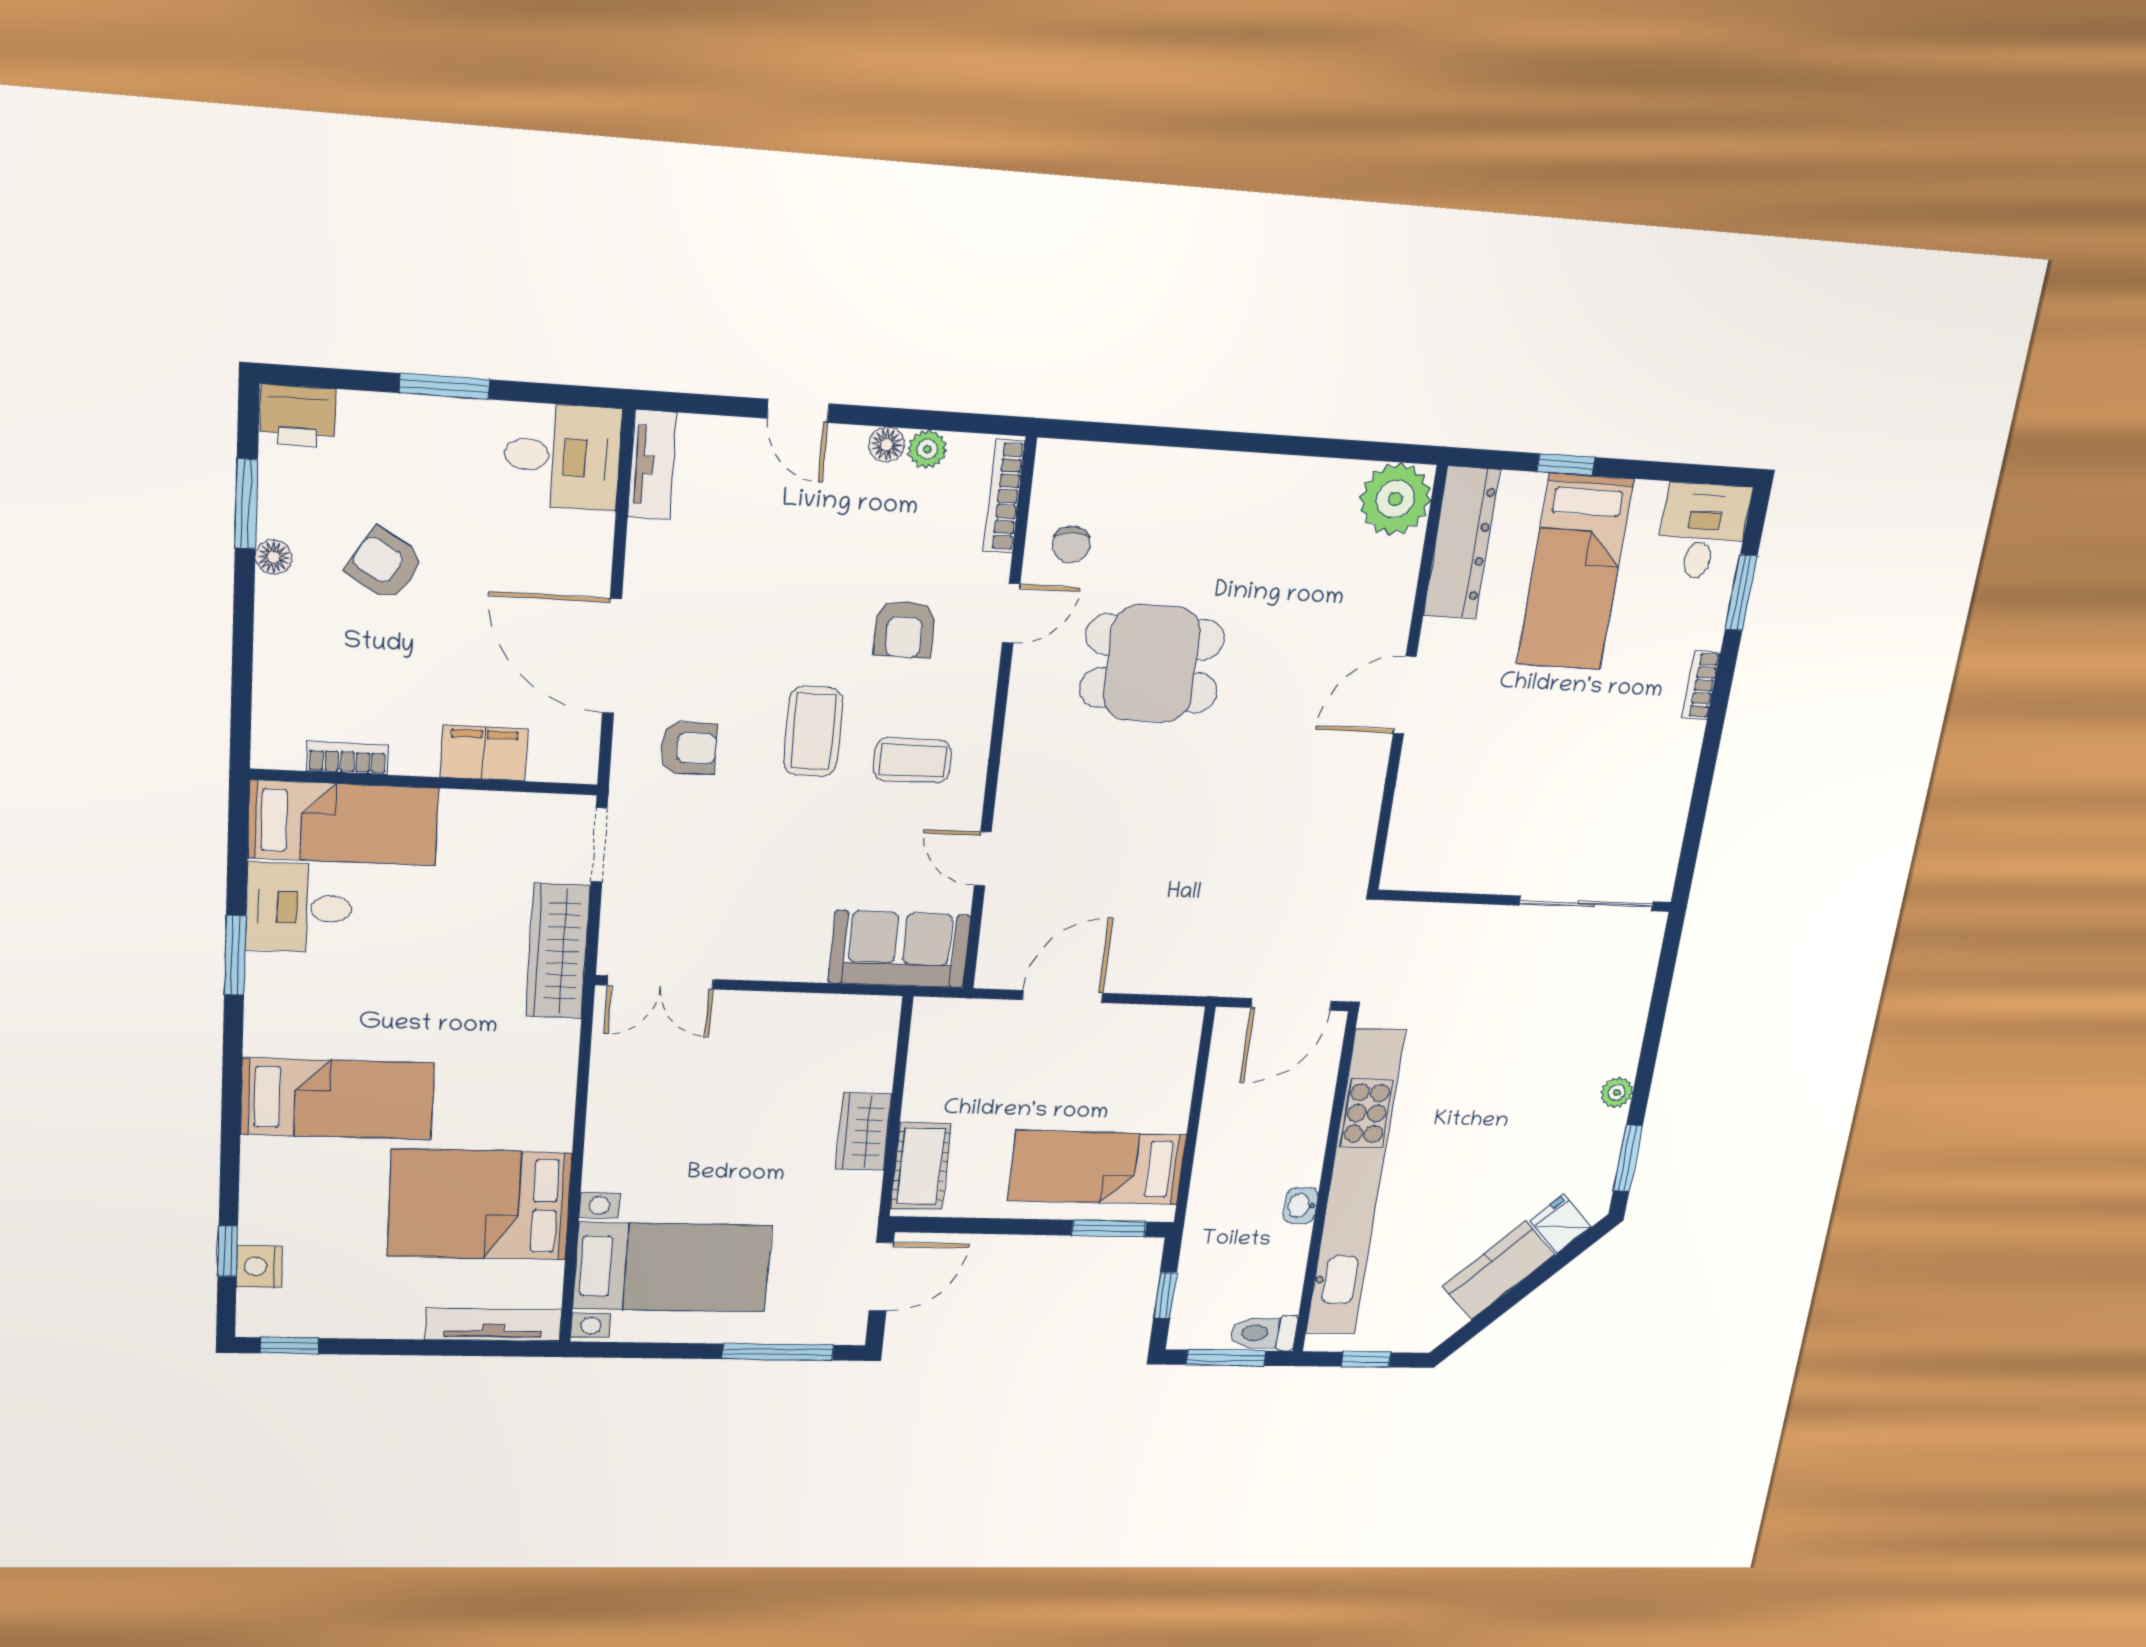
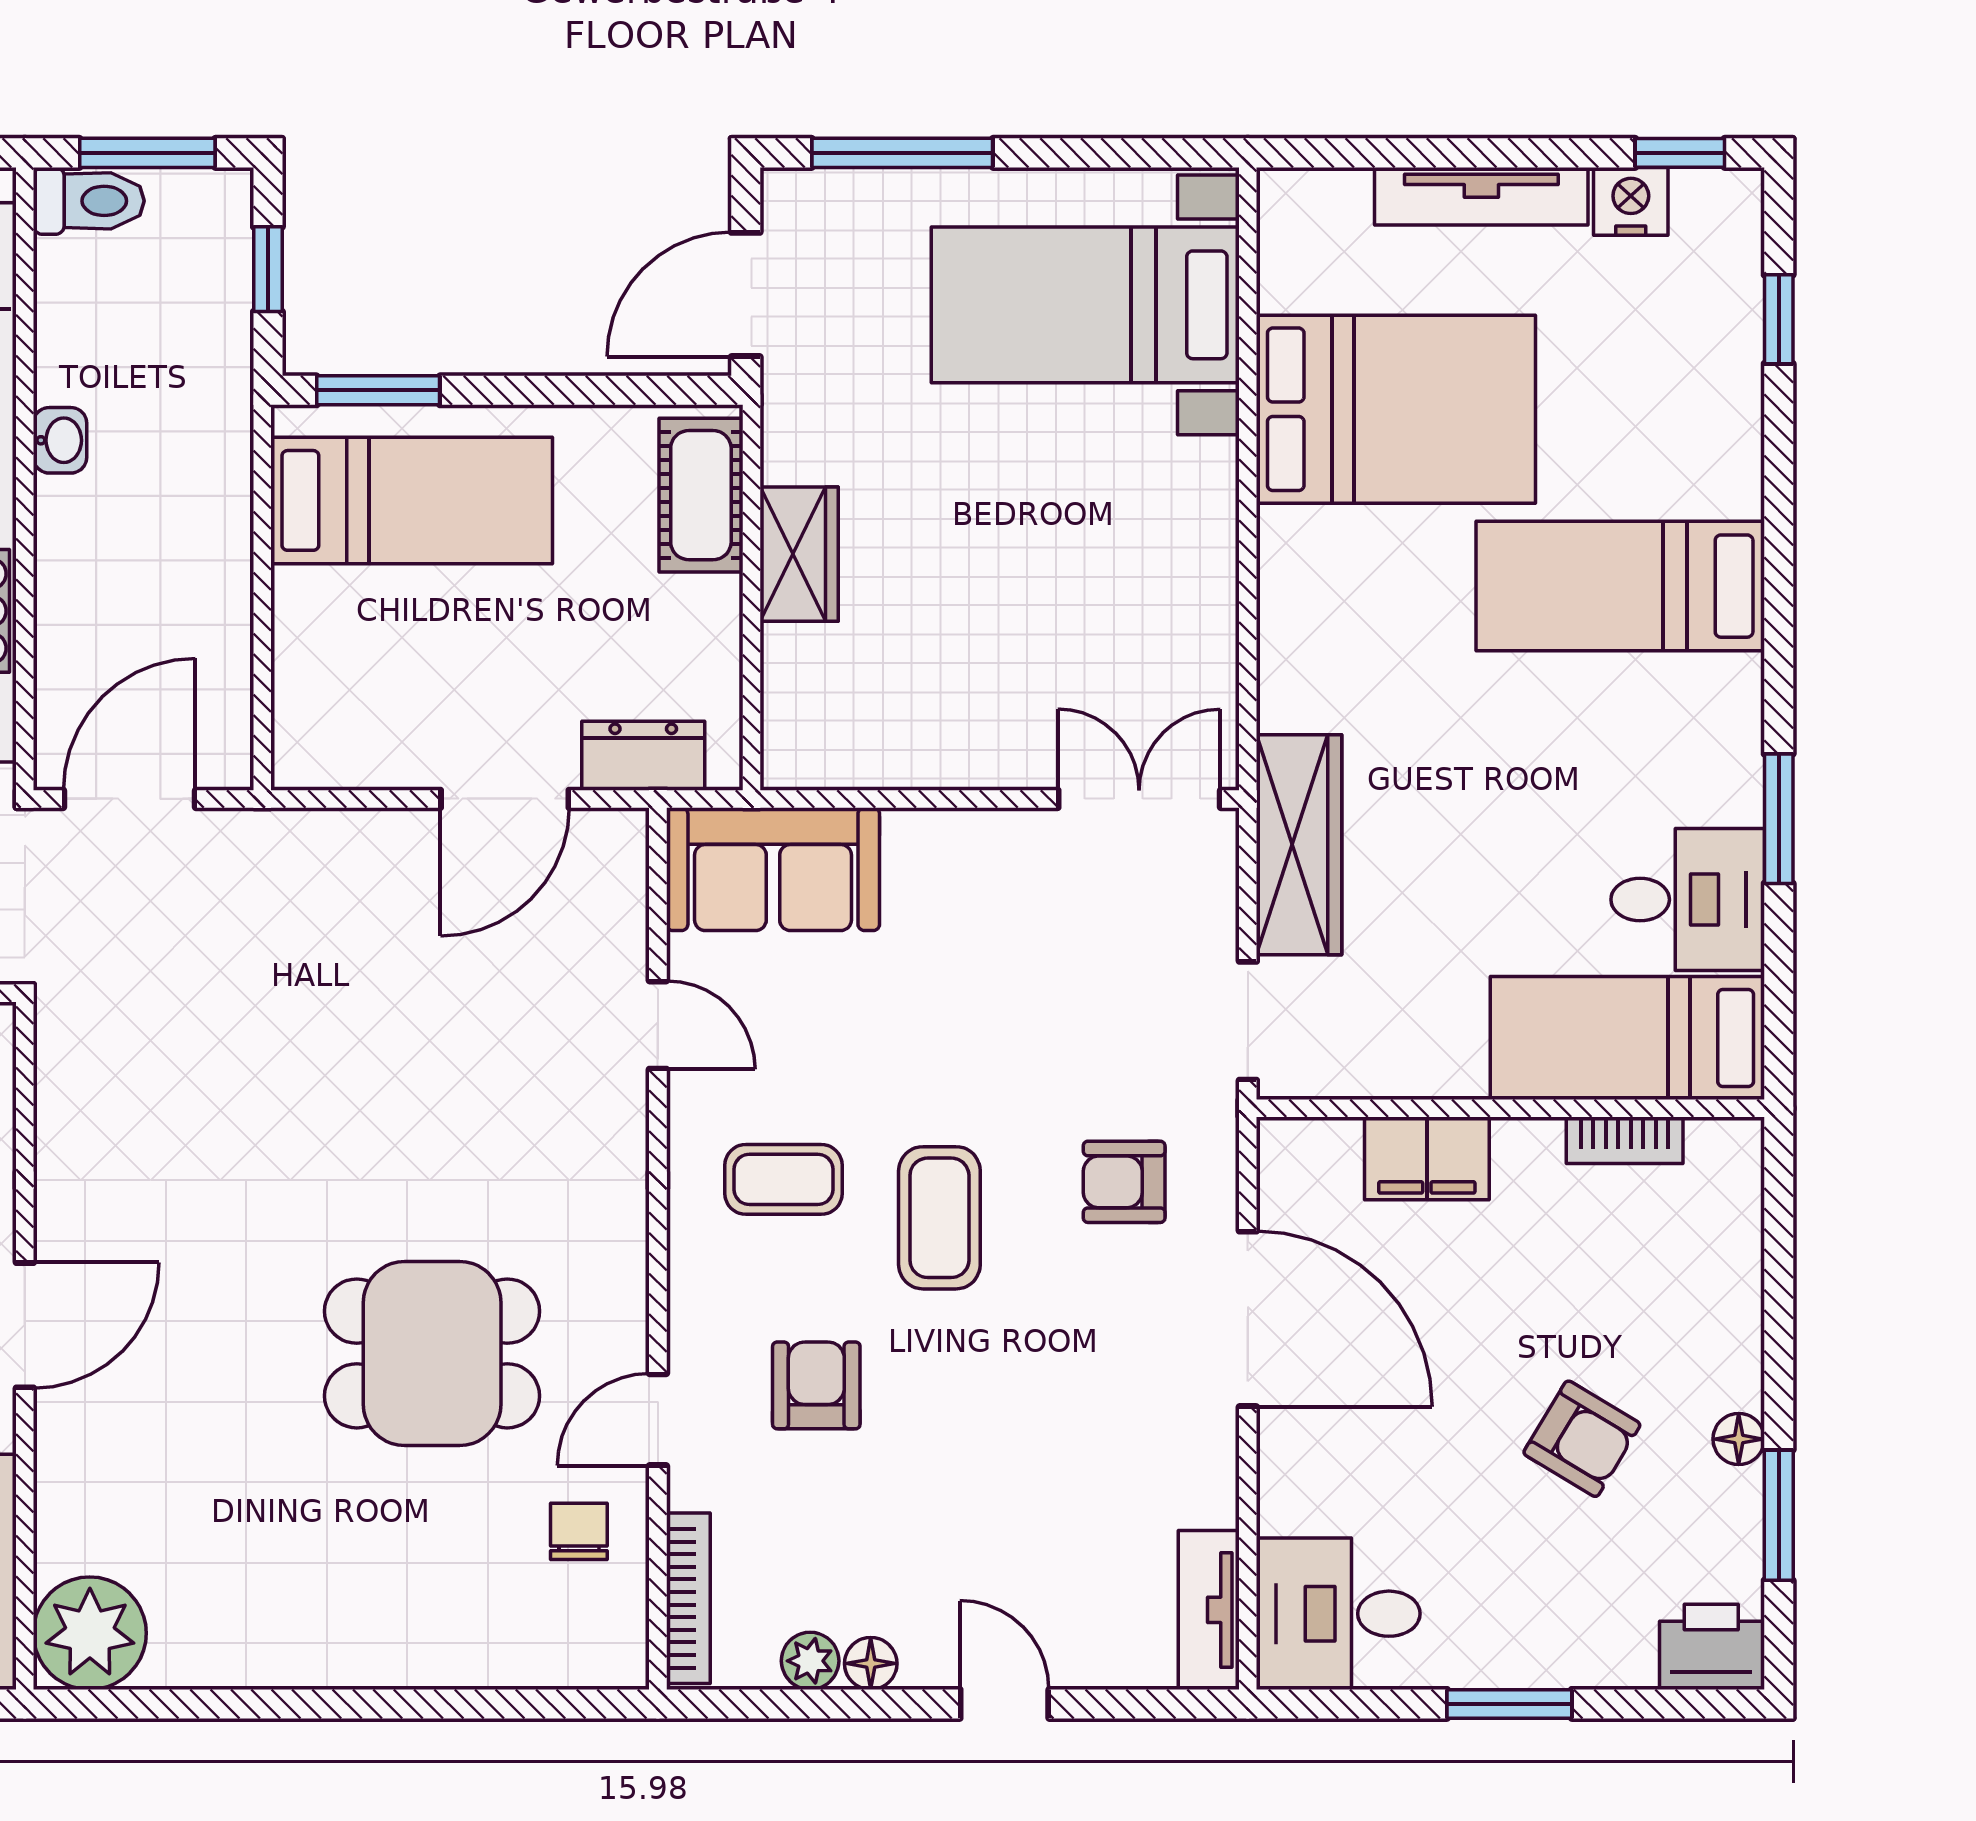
dresser: (974, 1019) -> (643, 756), added
nightstand: (259, 1266) -> (1631, 201), moved, turned -90
tv unit: (493, 1325) -> (1481, 196), moved

